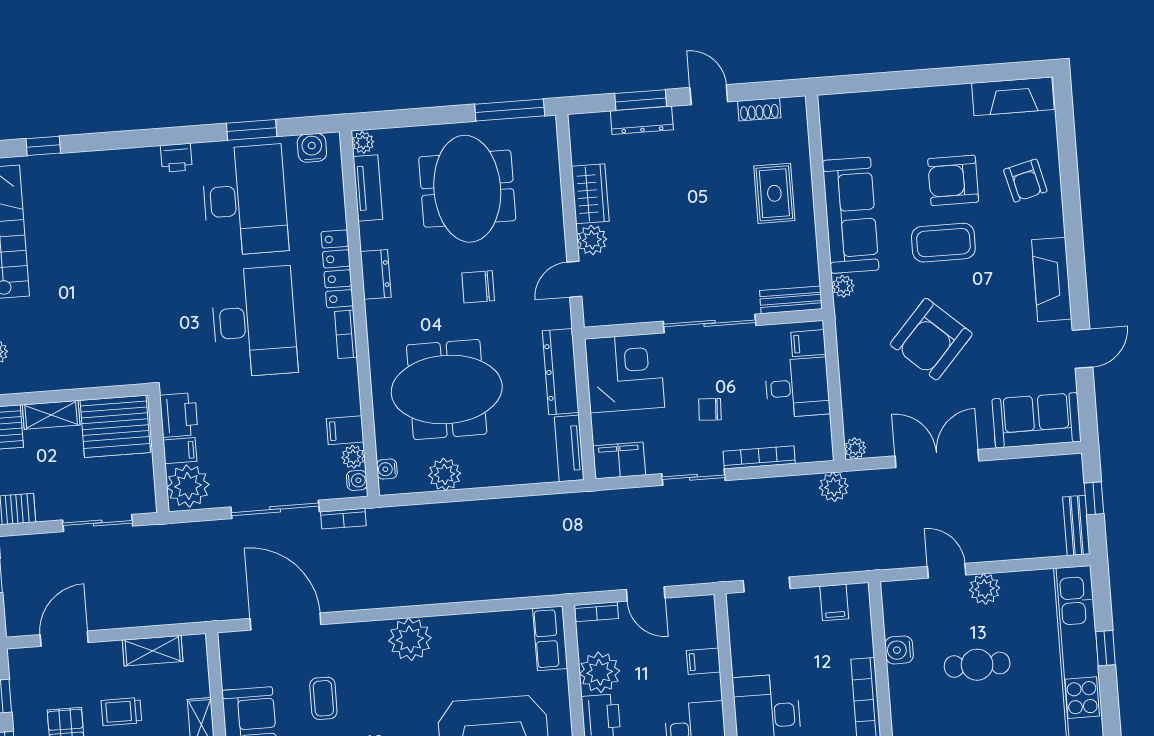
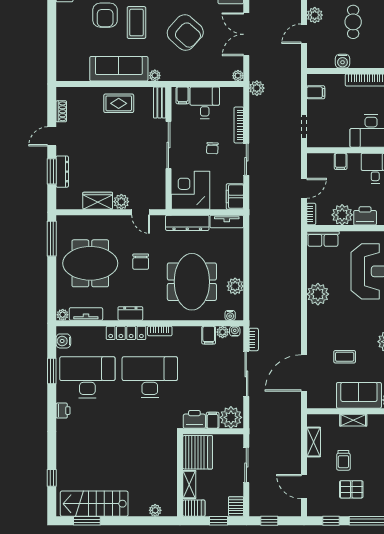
rug: (774, 193) -> (119, 103), moved
plant: (410, 639) -> (318, 294), moved

